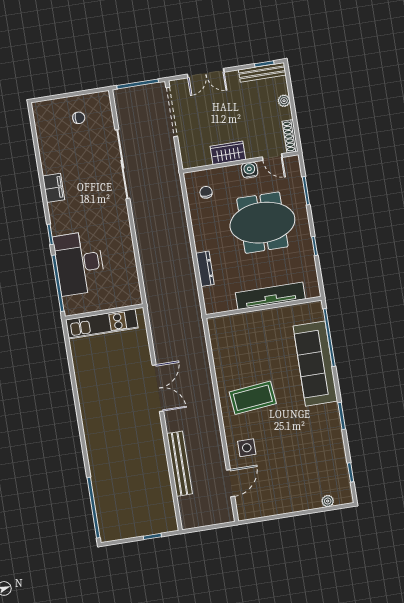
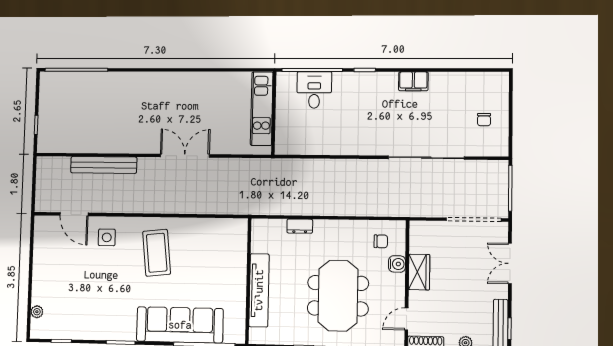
water cooler: (250, 170) -> (397, 264), moved
desk: (79, 263) -> (314, 90), width x0.53, depth x0.77
dresser: (205, 269) -> (300, 226), width x0.70
double door: (158, 388) -> (185, 156), swing flipped

